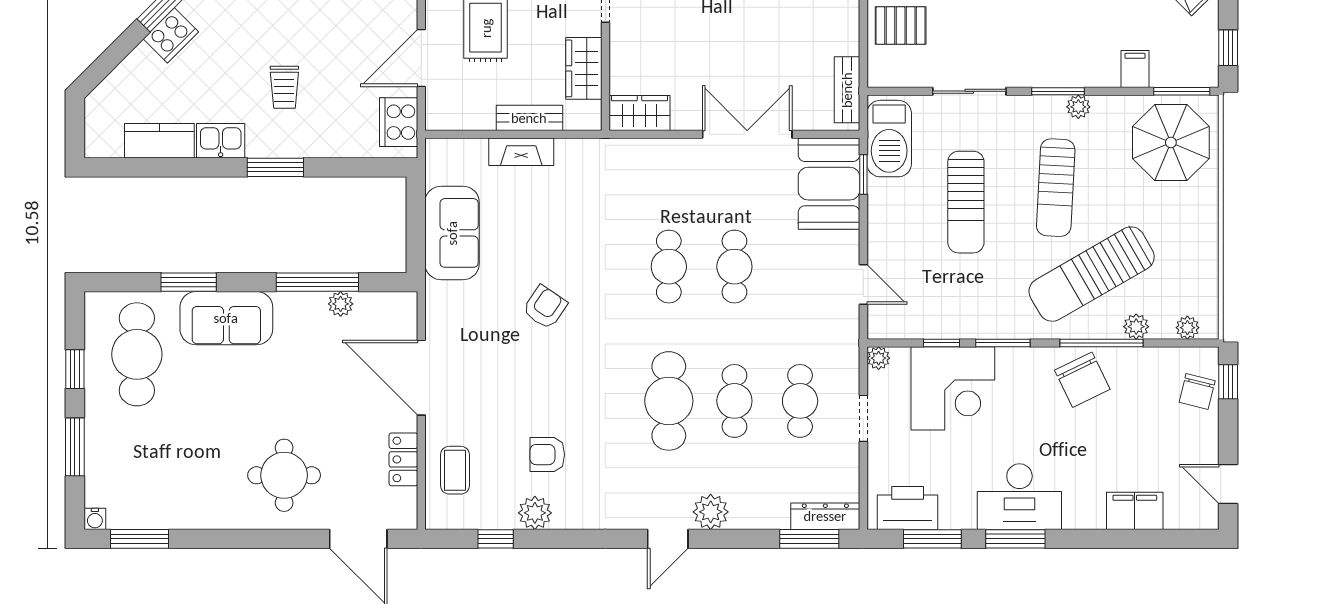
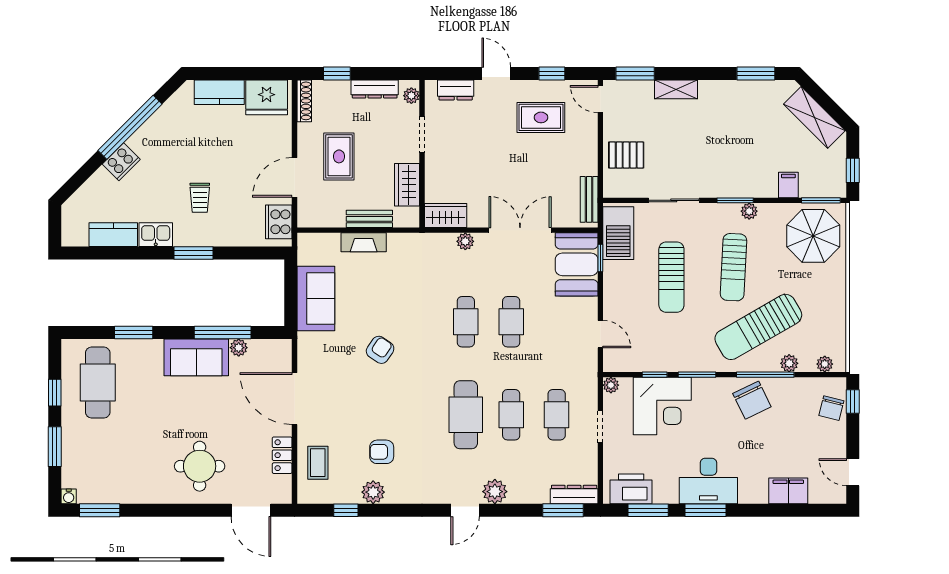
plant: (668, 150) -> (465, 241), added
sofa: (226, 318) -> (196, 357), moved

